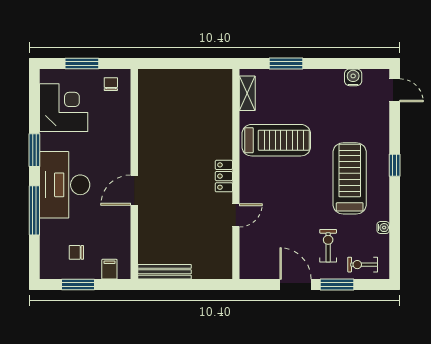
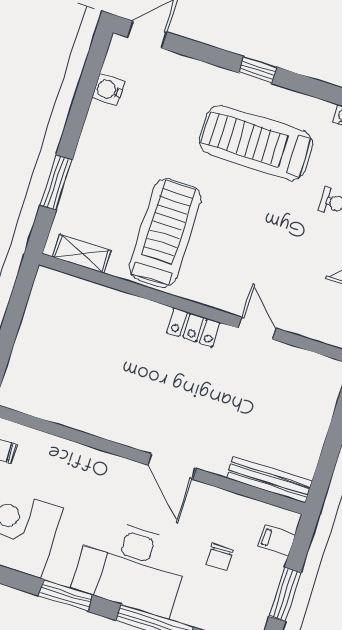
chair: (76, 252) -> (220, 557), moved
bench: (165, 272) -> (269, 480), moved, turned 90

